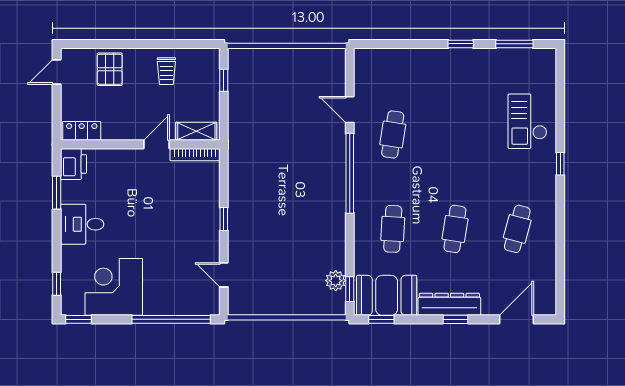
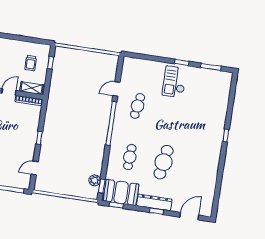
trolley: (166, 71) -> (31, 63), moved
door: (350, 110) -> (116, 89), hinge flipped
checkout: (527, 121) -> (174, 82), moved
cafe table: (455, 229) -> (164, 162), width x1.37, depth x1.35
cafe table: (517, 229) -> (197, 167), removed
door: (224, 275) -> (35, 168), hinge flipped

